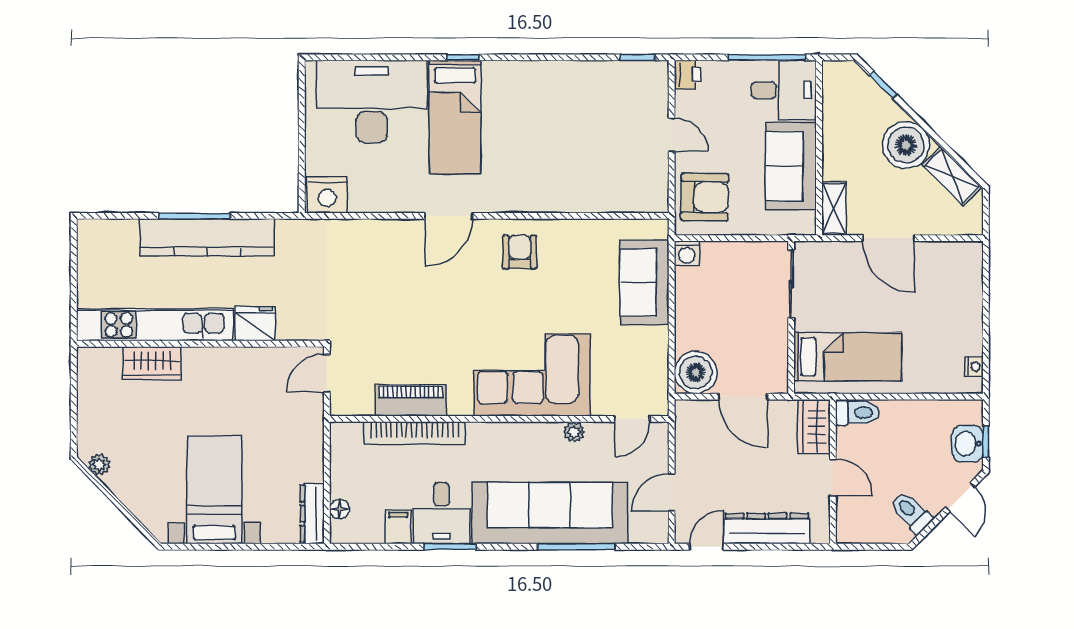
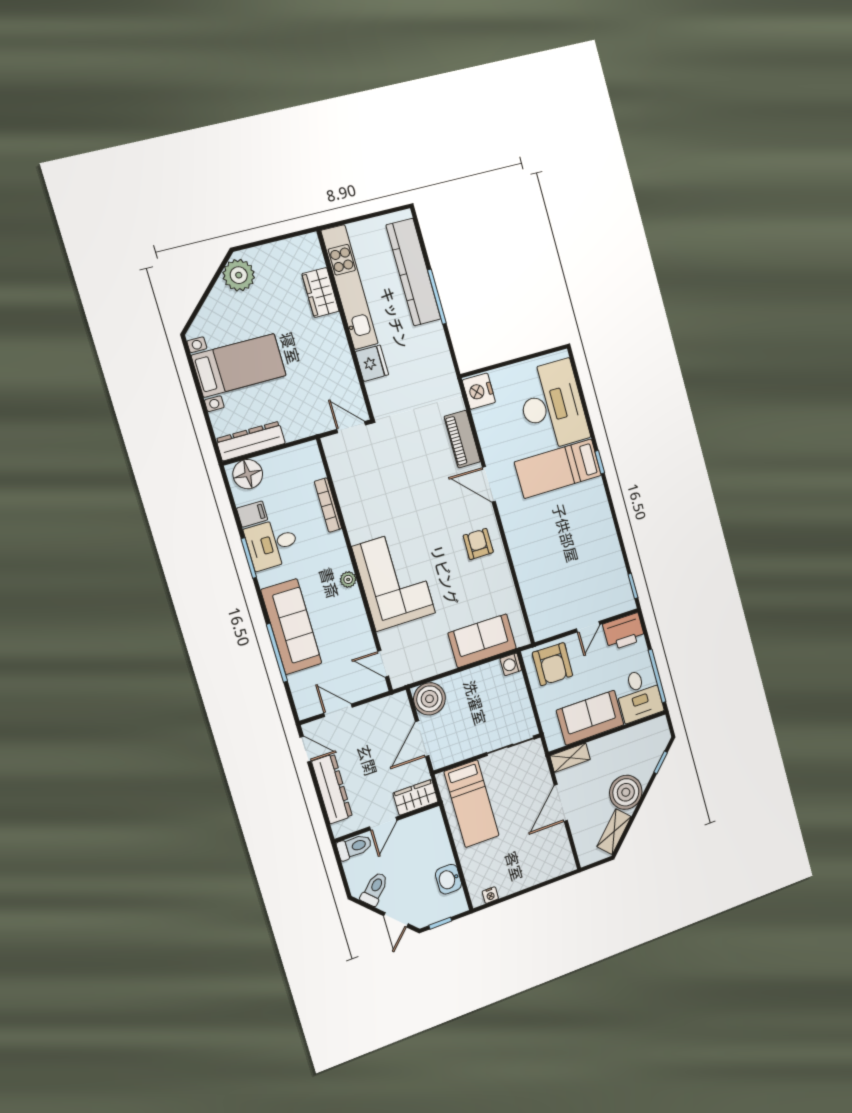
printer: (688, 75) -> (624, 632), width x1.87, depth x1.48
kitchen counter: (207, 237) -> (414, 272), moved
armchair: (520, 252) -> (478, 544), turned -90
piano: (411, 400) -> (462, 439), moved, turned 180
toilet: (857, 413) -> (354, 847), moved, turned -90
plant: (574, 432) -> (348, 579), moved
bookcase: (414, 433) -> (328, 505), width x0.68, depth x0.76
washbasin: (968, 444) -> (448, 879), moved, turned -90
plant: (99, 465) -> (239, 275), width x1.88, depth x1.88
door: (960, 497) -> (396, 920), hinge flipped
floor lamp: (339, 509) -> (248, 474), width x1.89, depth x1.89
sofa: (550, 513) -> (291, 627), width x0.74, depth x0.79
dresser: (312, 514) -> (251, 441), width x1.37, depth x1.24

